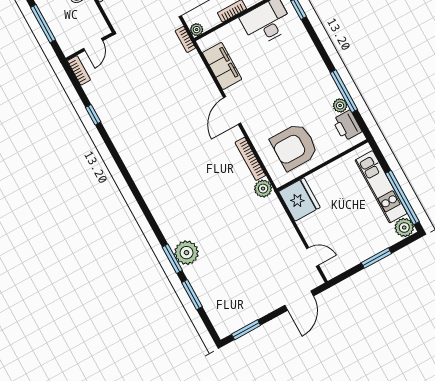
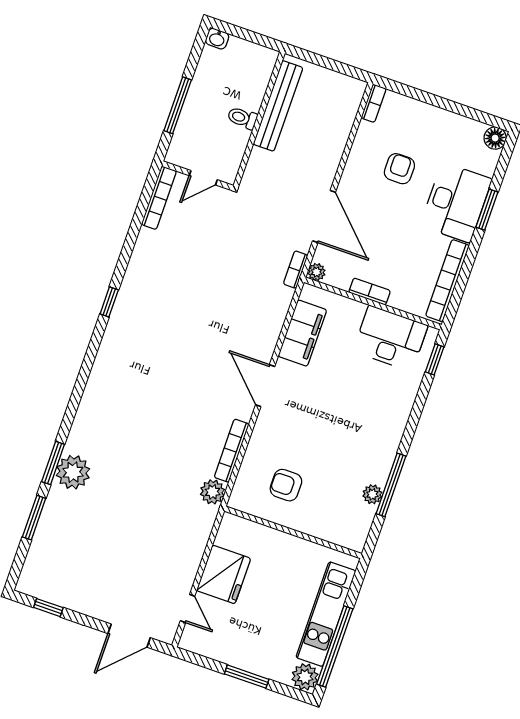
bookcase: (79, 70) -> (159, 198), width x1.56
door: (232, 110) -> (265, 386), hinge flipped
window: (93, 115) -> (109, 302), moved
printer: (347, 126) -> (358, 521), removed
armchair: (294, 147) -> (286, 485), width x0.53, depth x0.53
fridge: (299, 199) -> (224, 574), moved
window: (246, 330) -> (48, 608), width x0.67

